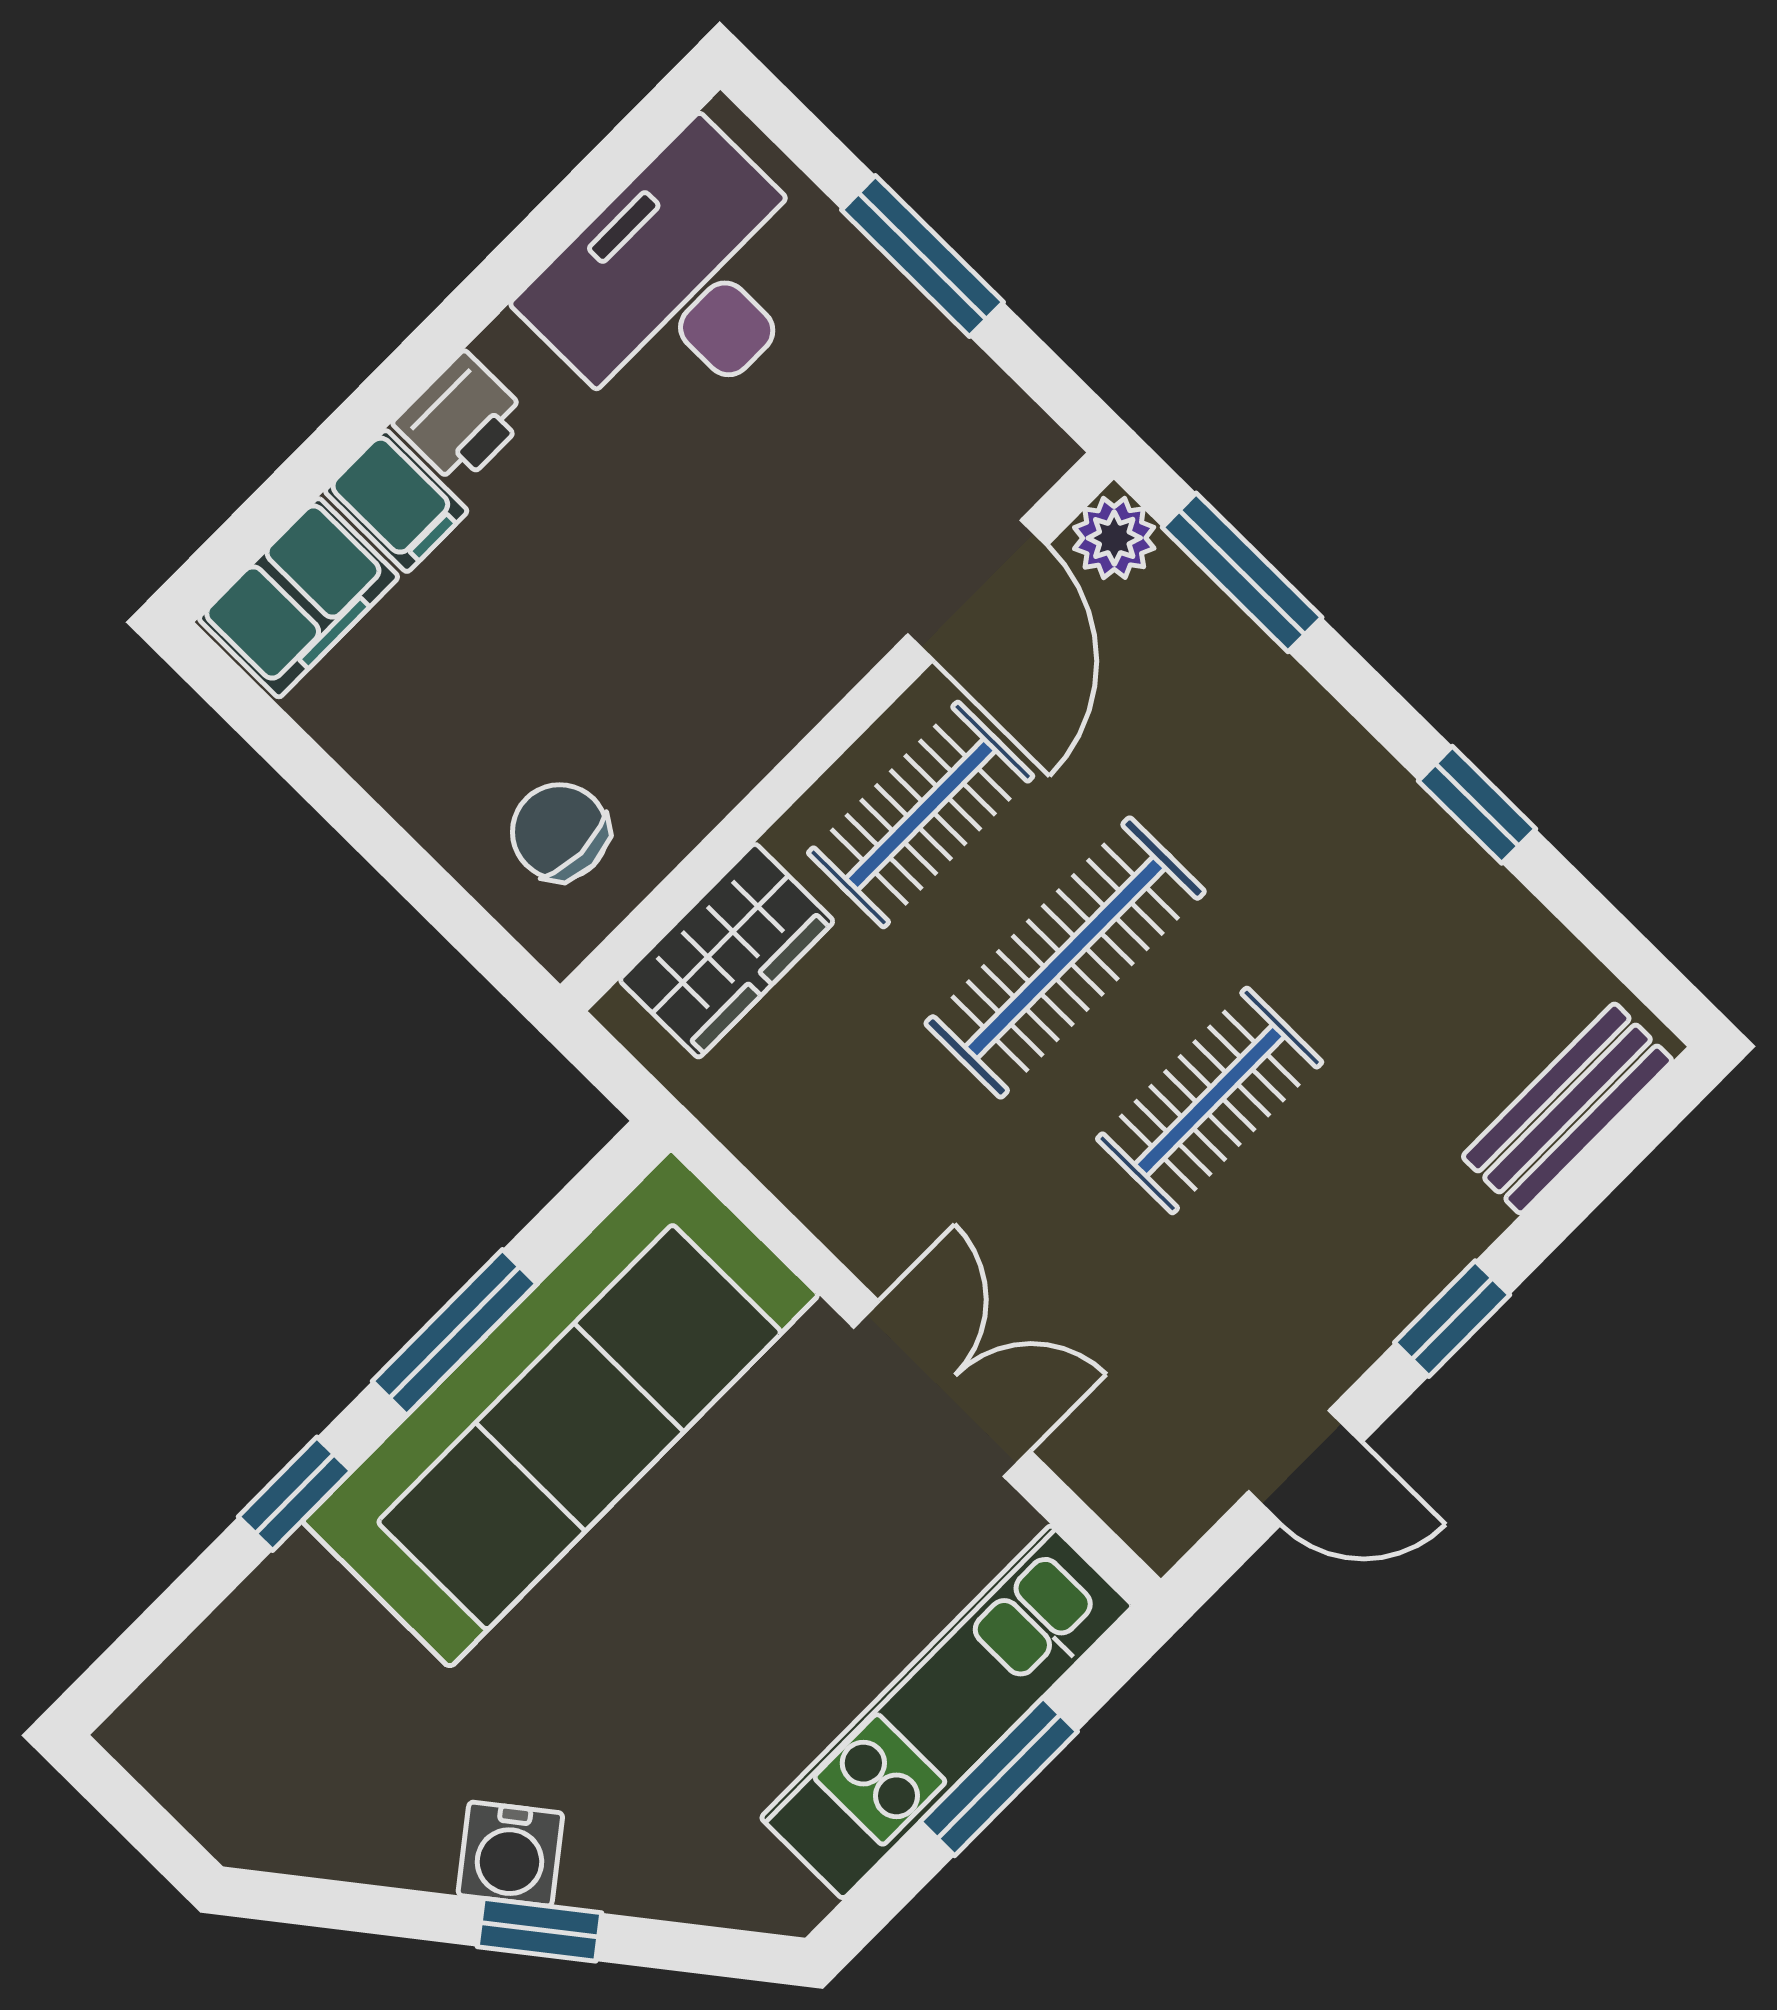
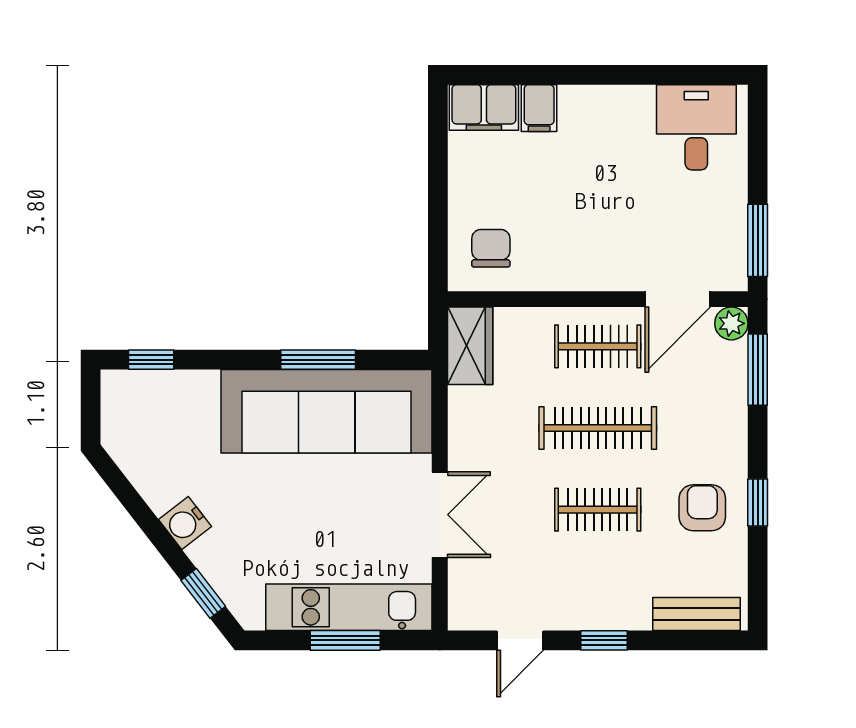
window: (922, 256) -> (758, 240), moved
desk: (680, 282) -> (696, 127), width x0.73
printer: (461, 419) -> (581, 104), removed
armchair: (1389, 912) -> (702, 508), added
wardrobe: (727, 951) -> (470, 346), moved, turned -90
door: (1305, 1467) -> (520, 640), hinge flipped
window: (295, 1494) -> (151, 360), moved
window: (539, 1930) -> (203, 593), moved

